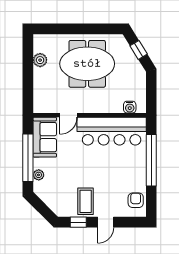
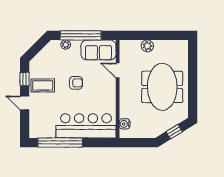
plant: (40, 60) -> (147, 46), moved
bar counter: (112, 131) -> (86, 126), moved, turned 90
window: (151, 160) -> (60, 143), moved
armchair: (136, 200) -> (76, 83), moved

